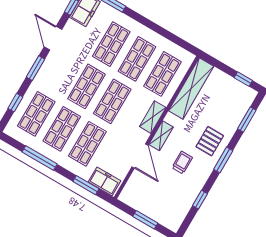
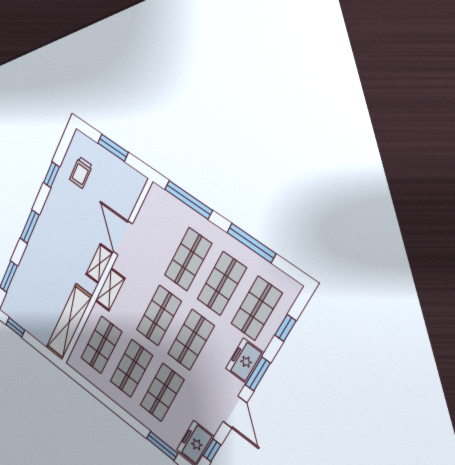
pallet: (210, 141) -> (45, 252), removed
trolley: (182, 162) -> (81, 173), moved
freezer: (104, 181) -> (245, 361), moved, turned 90
window: (86, 185) -> (188, 200), width x1.44

